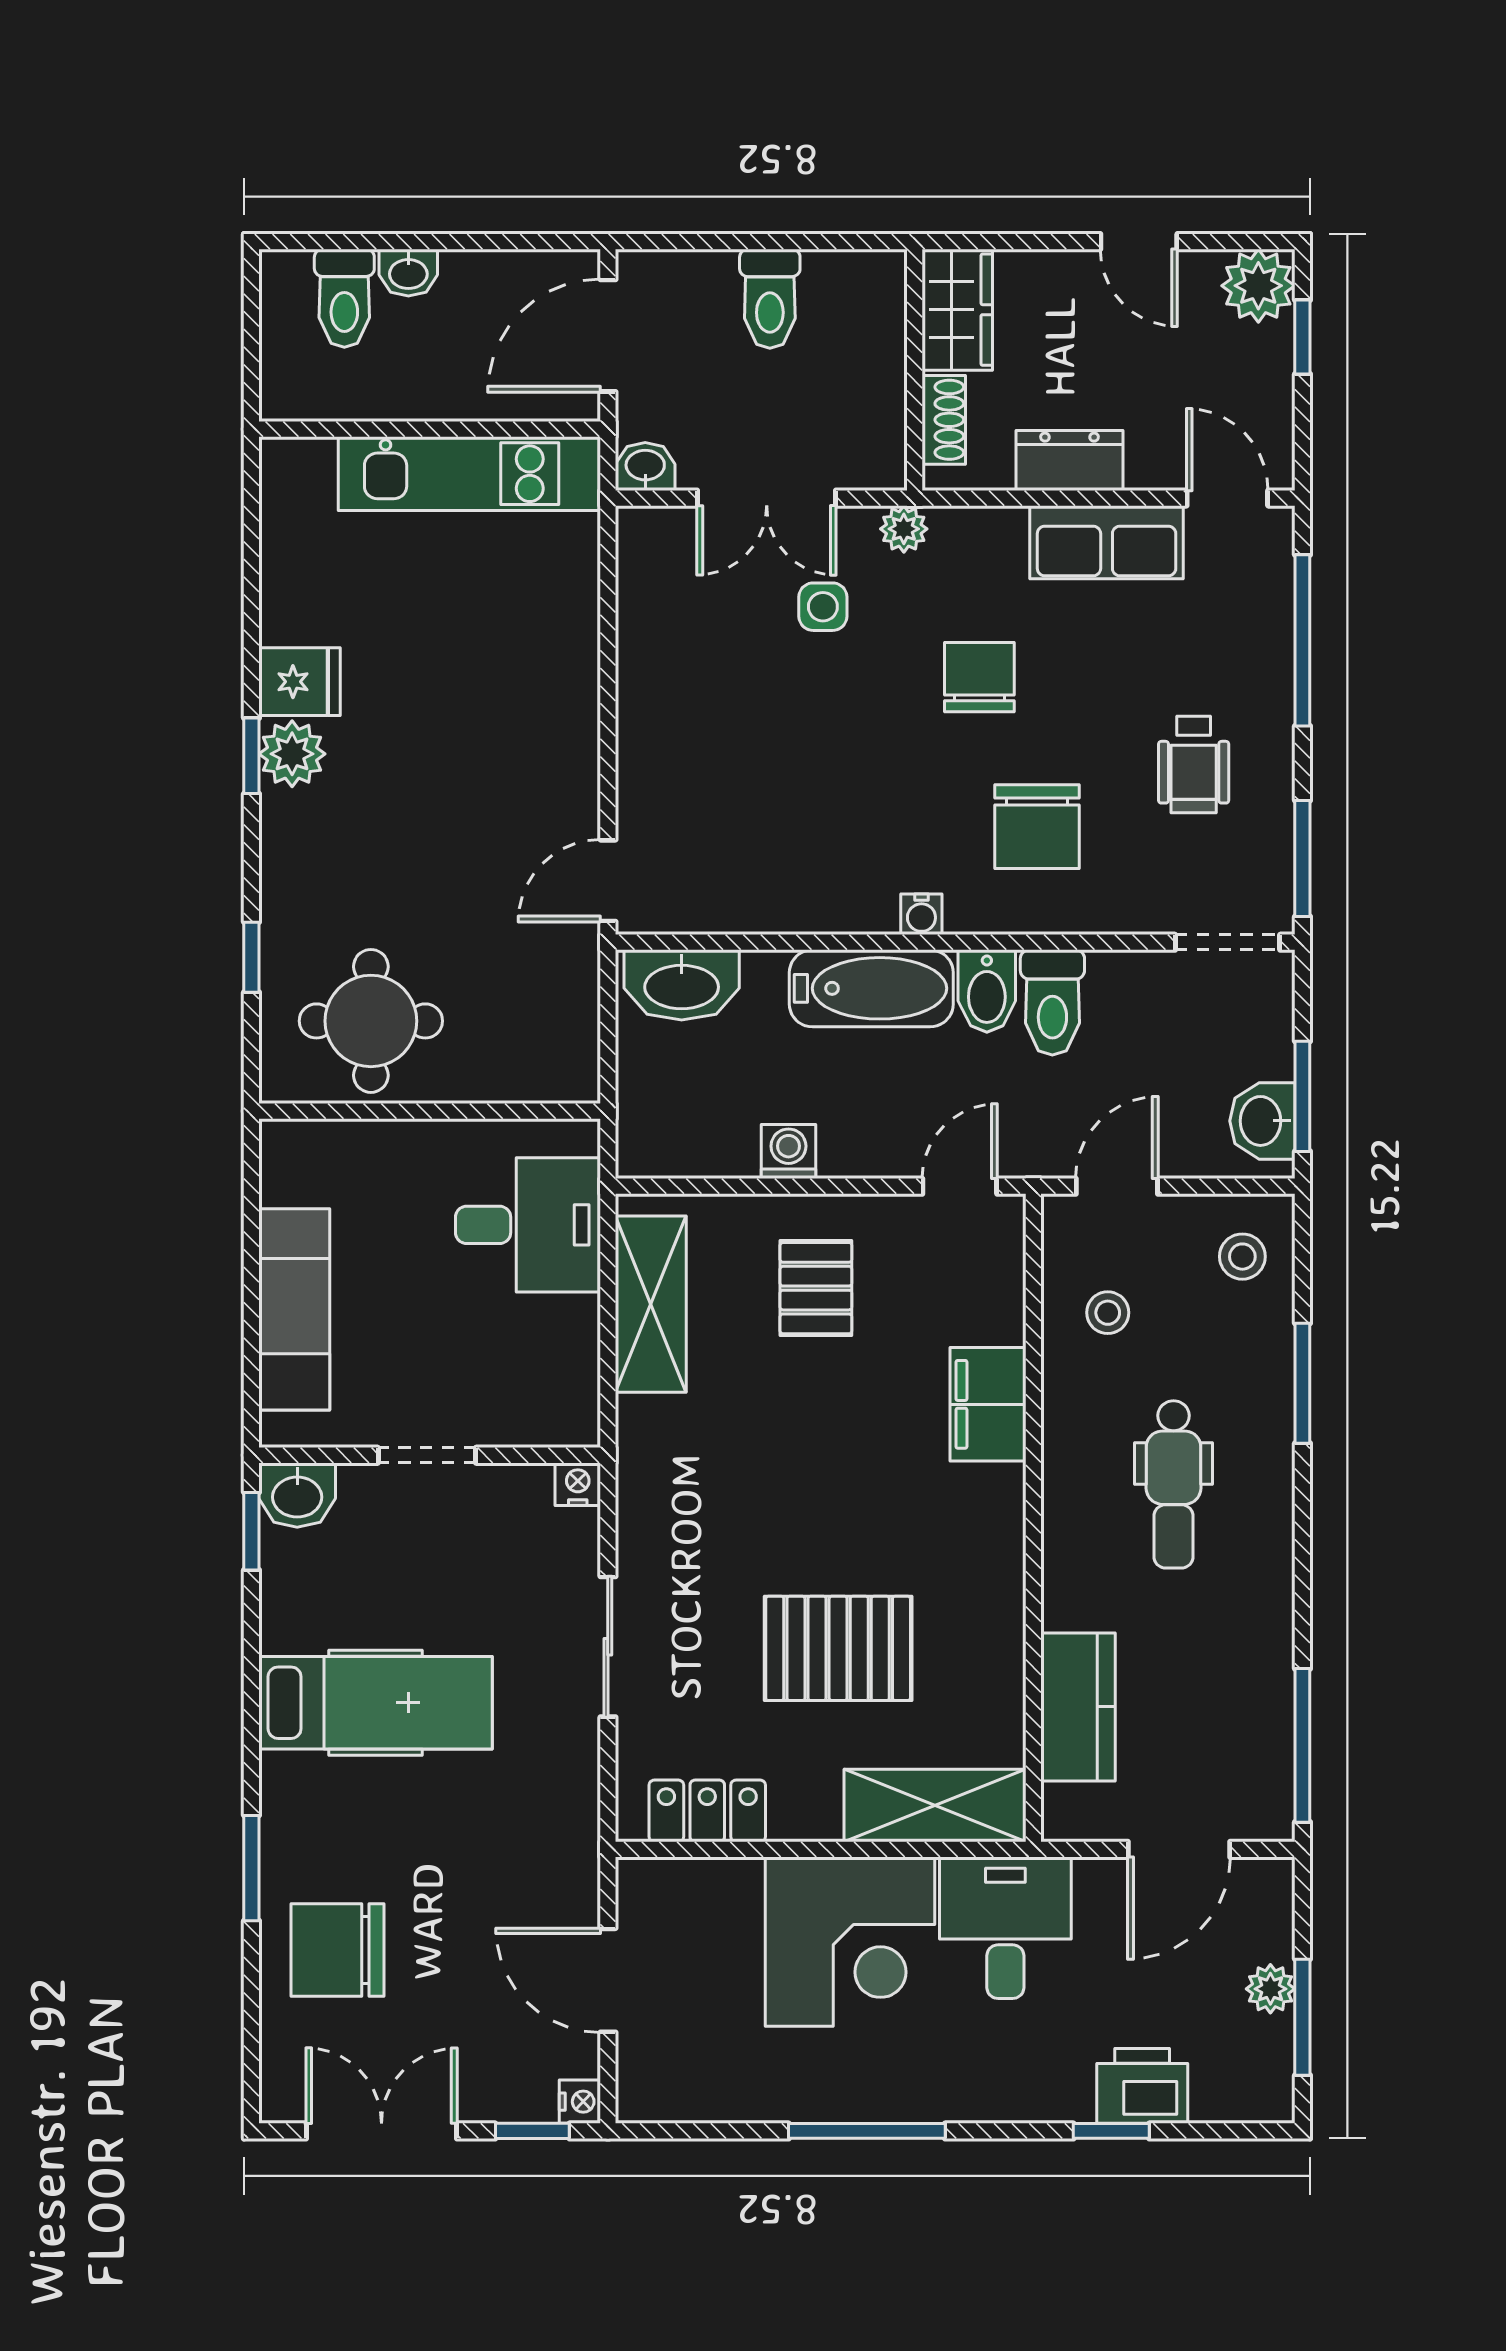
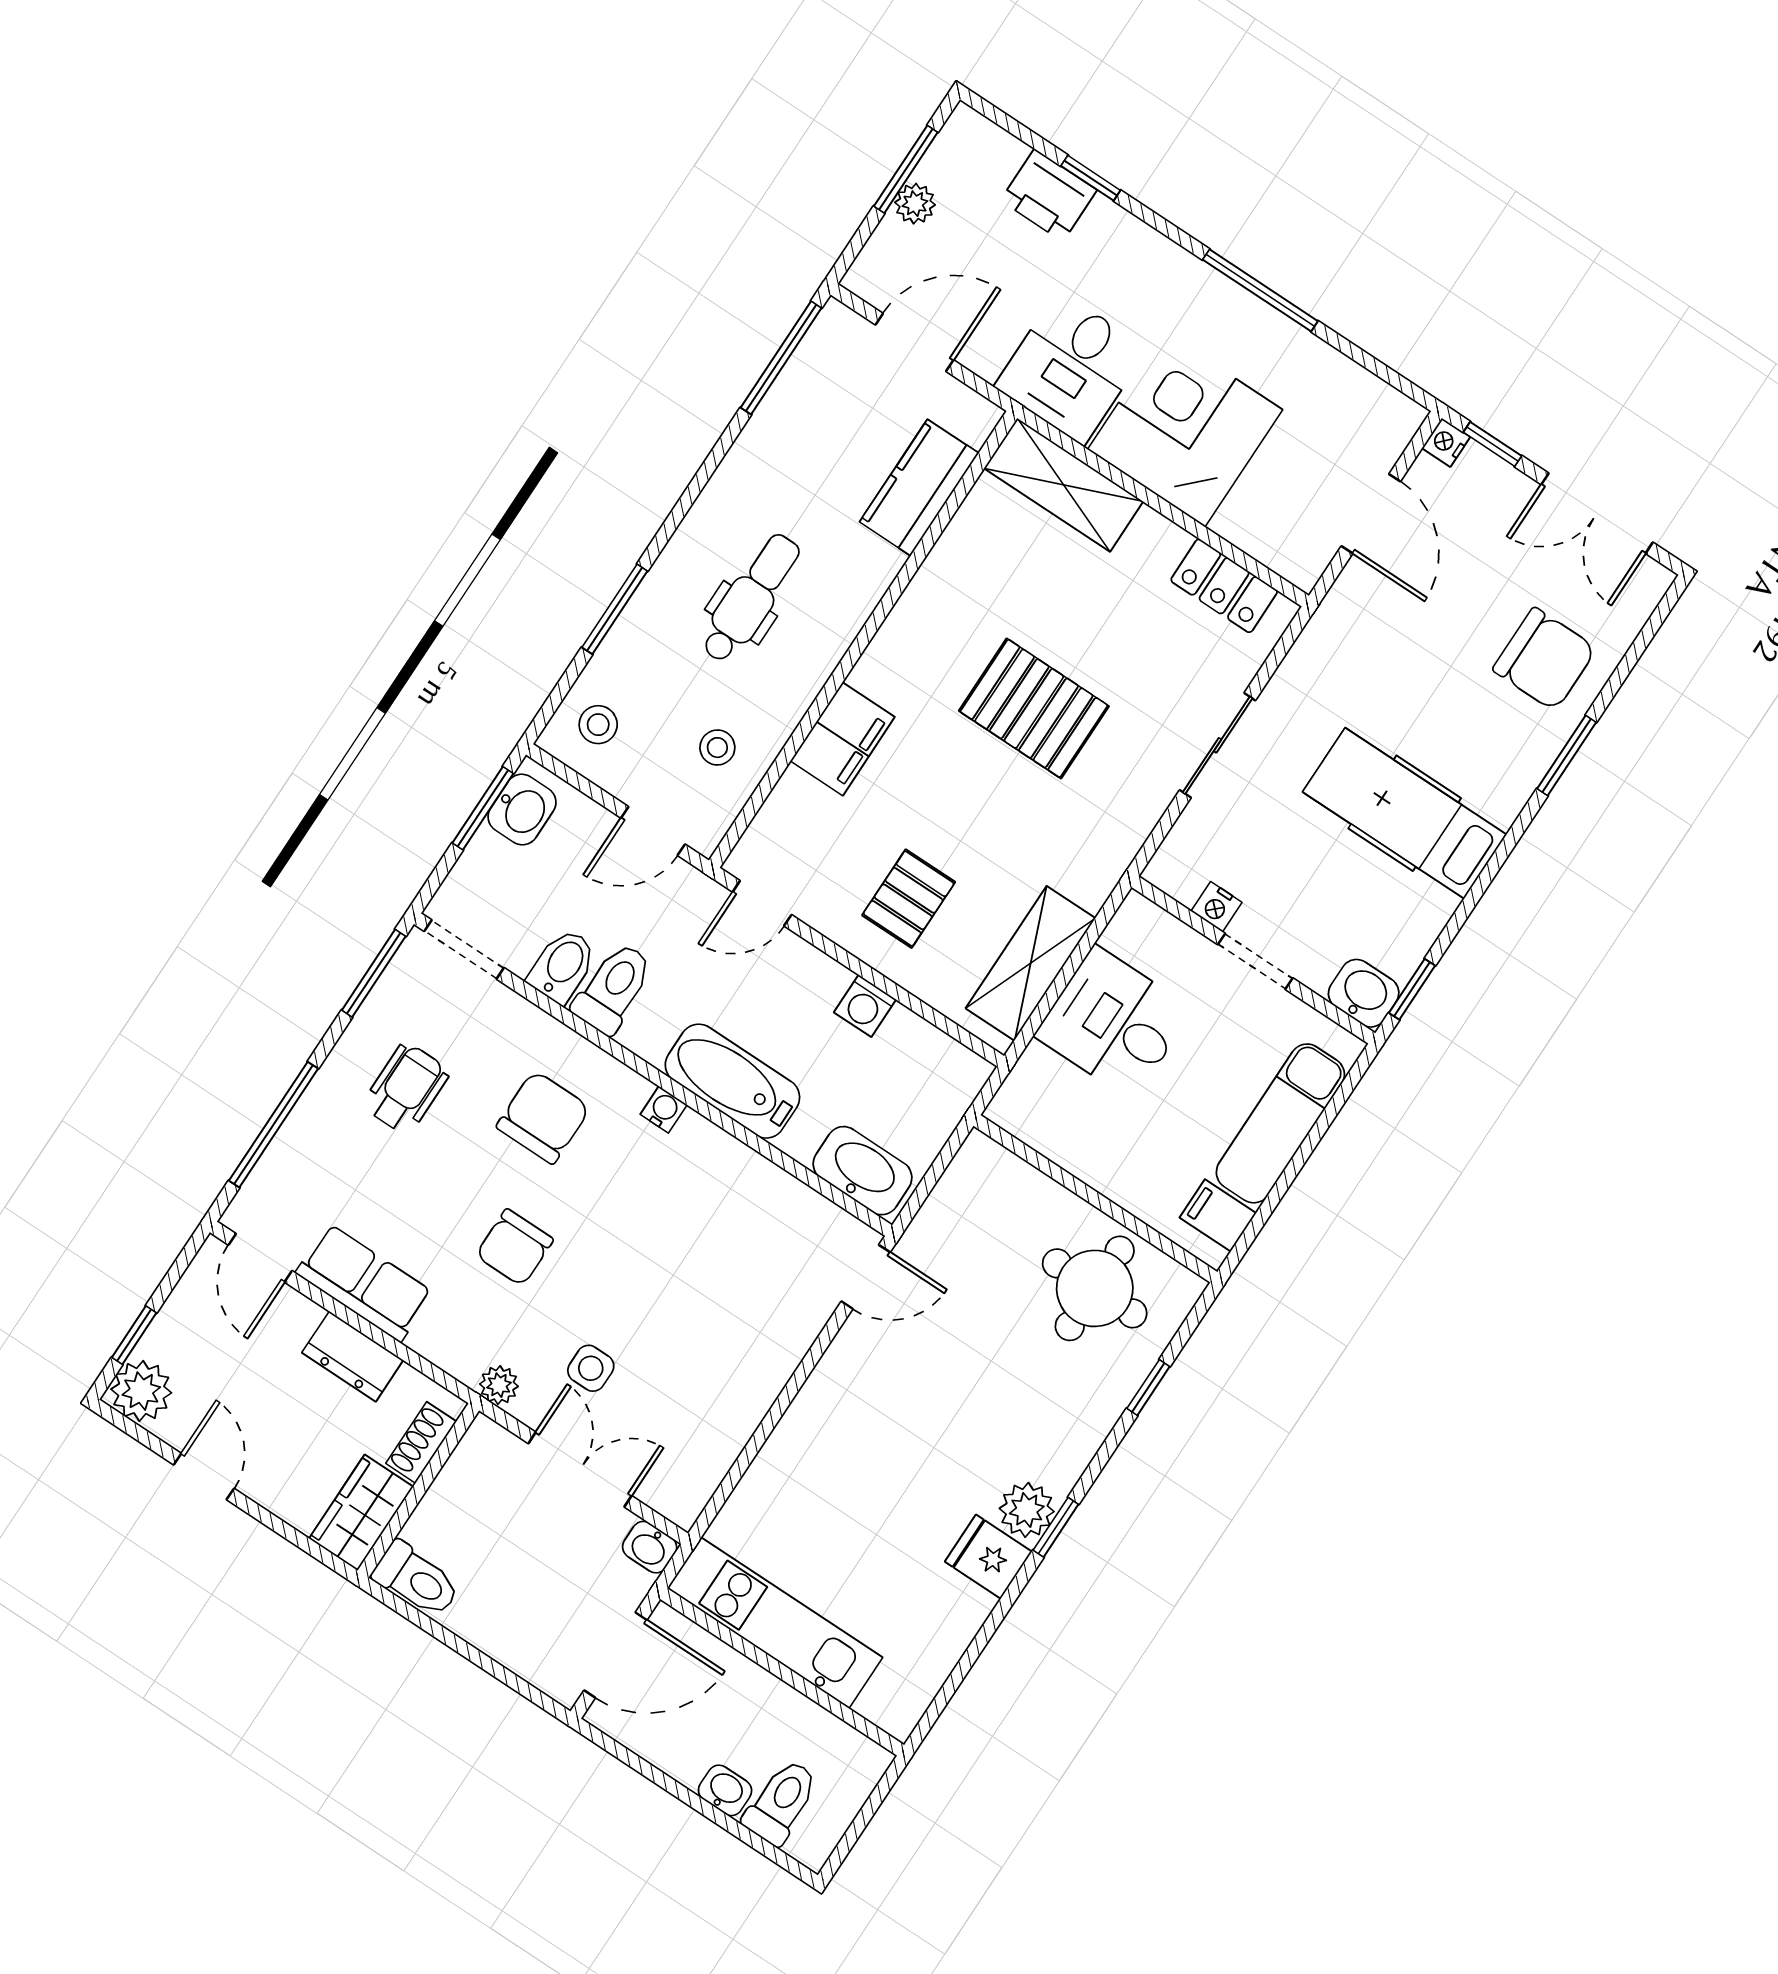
toilet: (770, 299) -> (416, 1580), moved, turned 90
bidet: (987, 991) -> (563, 966), moved
filing cabinet: (296, 1176) -> (1218, 1215), added
desk: (528, 1225) -> (1114, 1023), moved
nightstand: (578, 1484) -> (1217, 907), moved
pallet: (838, 1648) -> (1034, 708), moved

